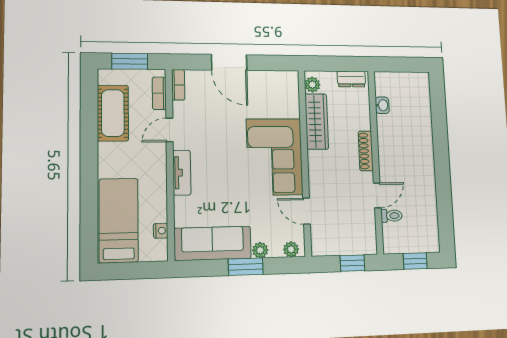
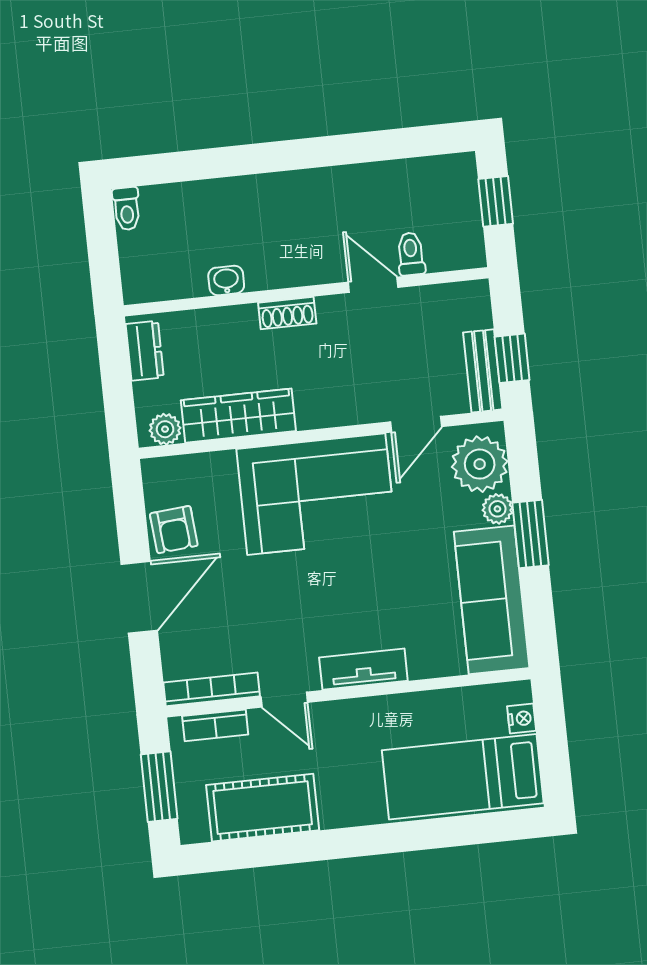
toilet: (420, 78) -> (127, 209), added
armchair: (262, 83) -> (174, 530), added
bookcase: (178, 85) -> (212, 689), width x1.56
washbasin: (382, 105) -> (226, 280), moved
shoe rack: (366, 151) -> (287, 313), width x0.70
nightstand: (161, 231) -> (522, 718), moved, turned 90
bench: (331, 248) -> (483, 371), added
plant: (291, 249) -> (480, 464), width x1.87, depth x1.87
window: (352, 263) -> (512, 358), moved

